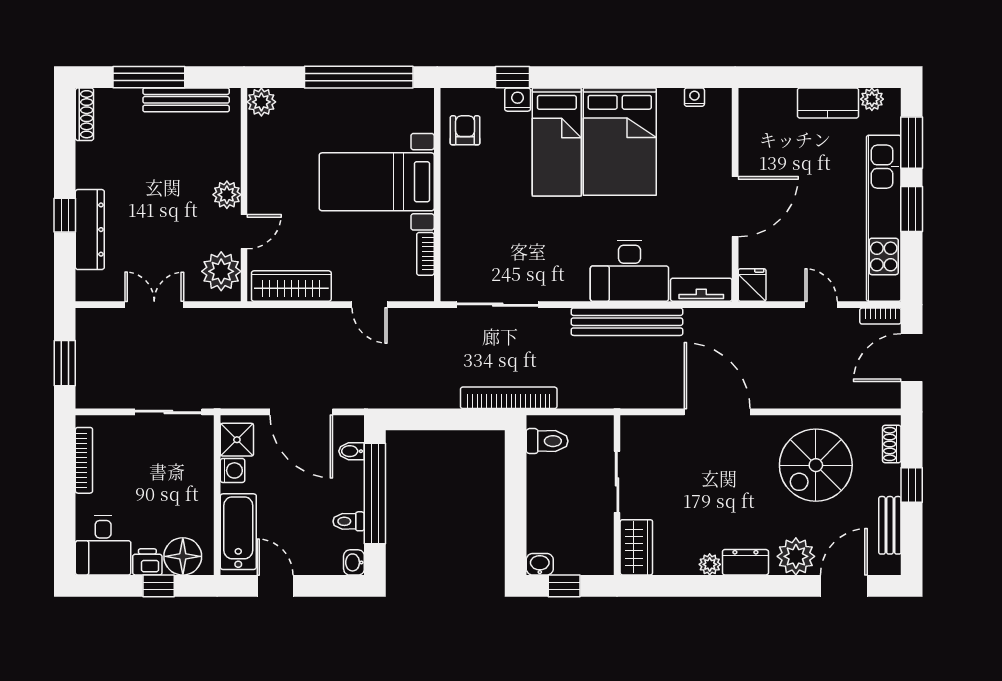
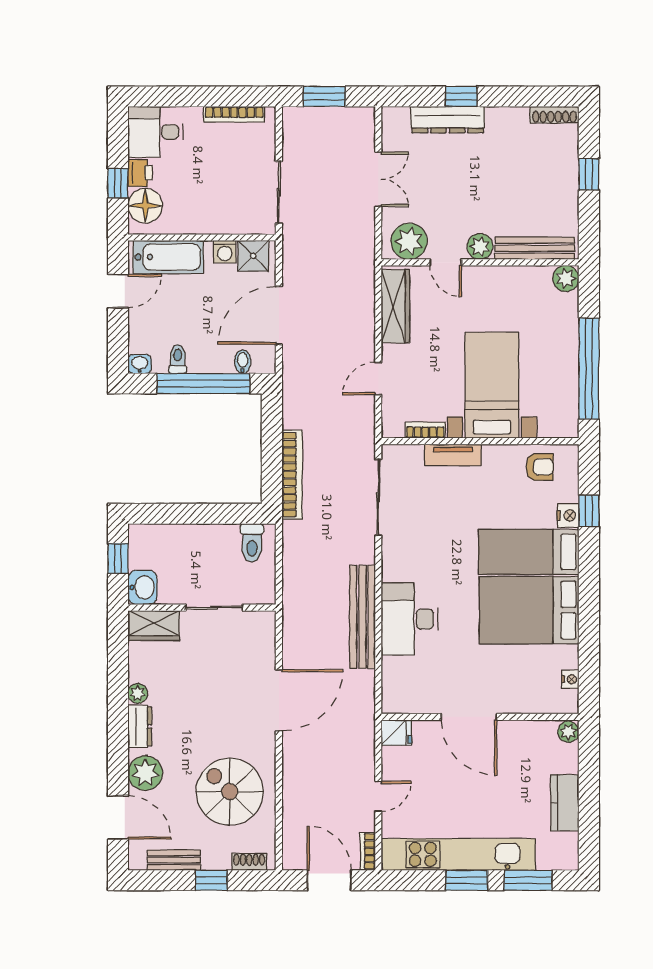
window: (149, 77) -> (589, 174), width x0.46
plant: (872, 99) -> (568, 732), moved
bench: (186, 100) -> (535, 248), moved, turned 90
tv unit: (701, 290) -> (453, 455), moved, turned 90
bookcase: (509, 398) -> (292, 475), moved
washbasin: (540, 564) -> (142, 587), moved, width x1.38, depth x1.45

